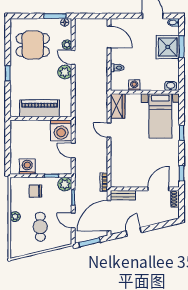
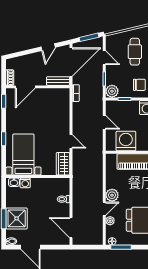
door: (73, 57) -> (104, 209), hinge flipped
washing machine: (134, 85) -> (25, 183), moved
washing machine: (61, 130) -> (126, 141), moved

